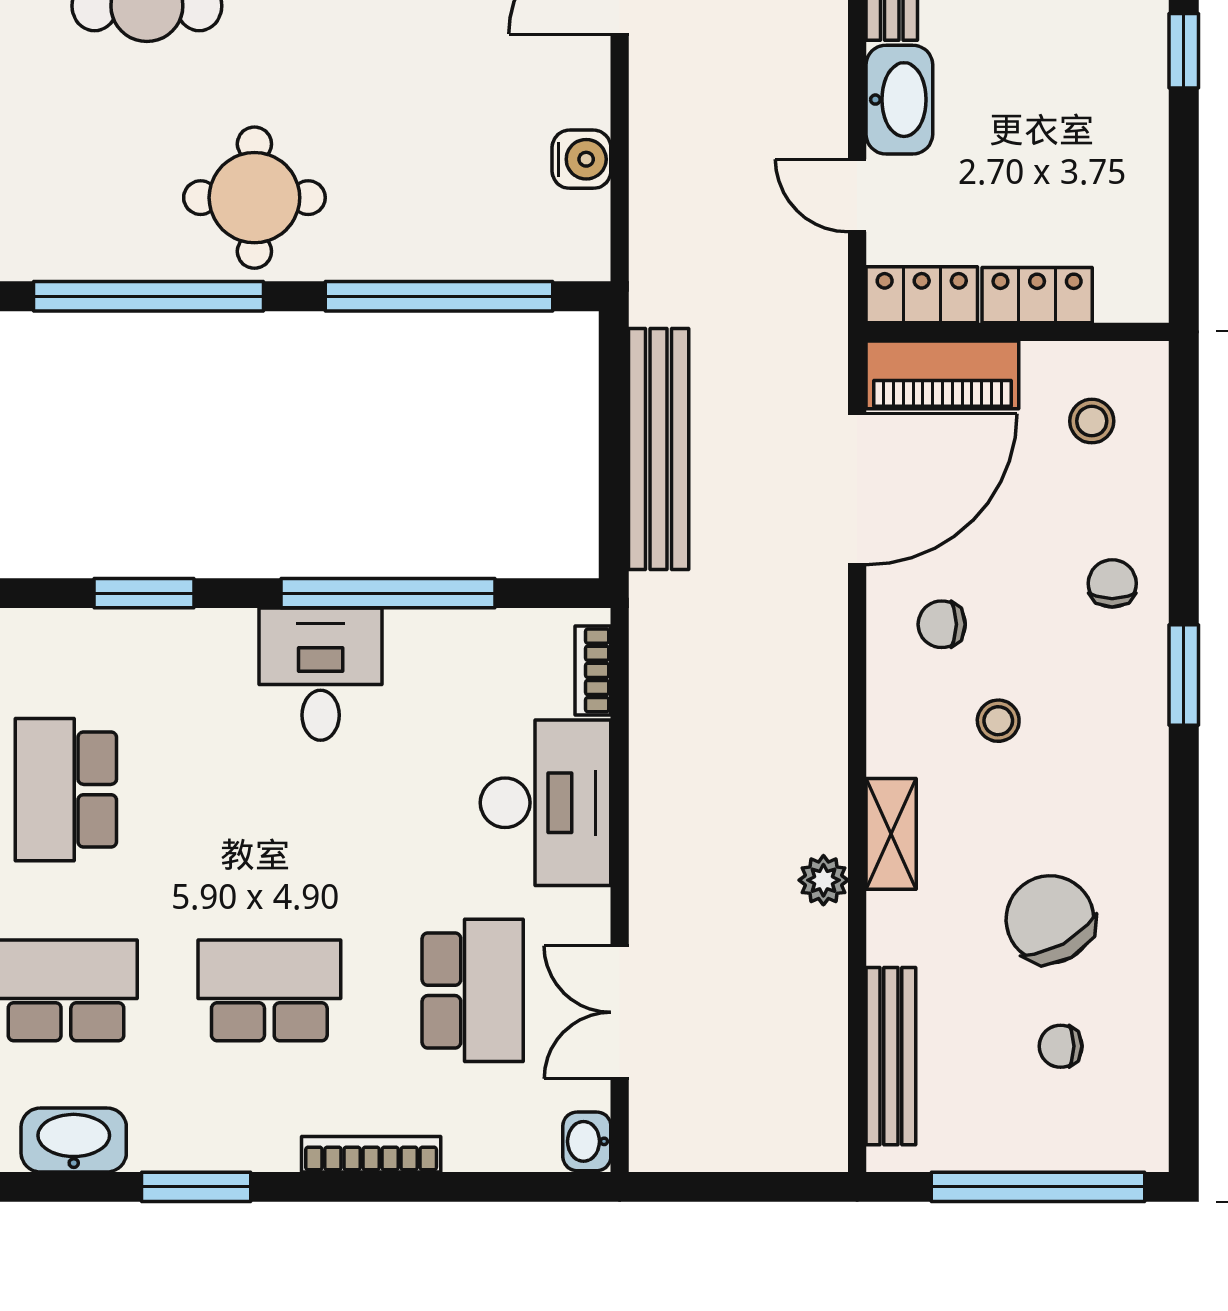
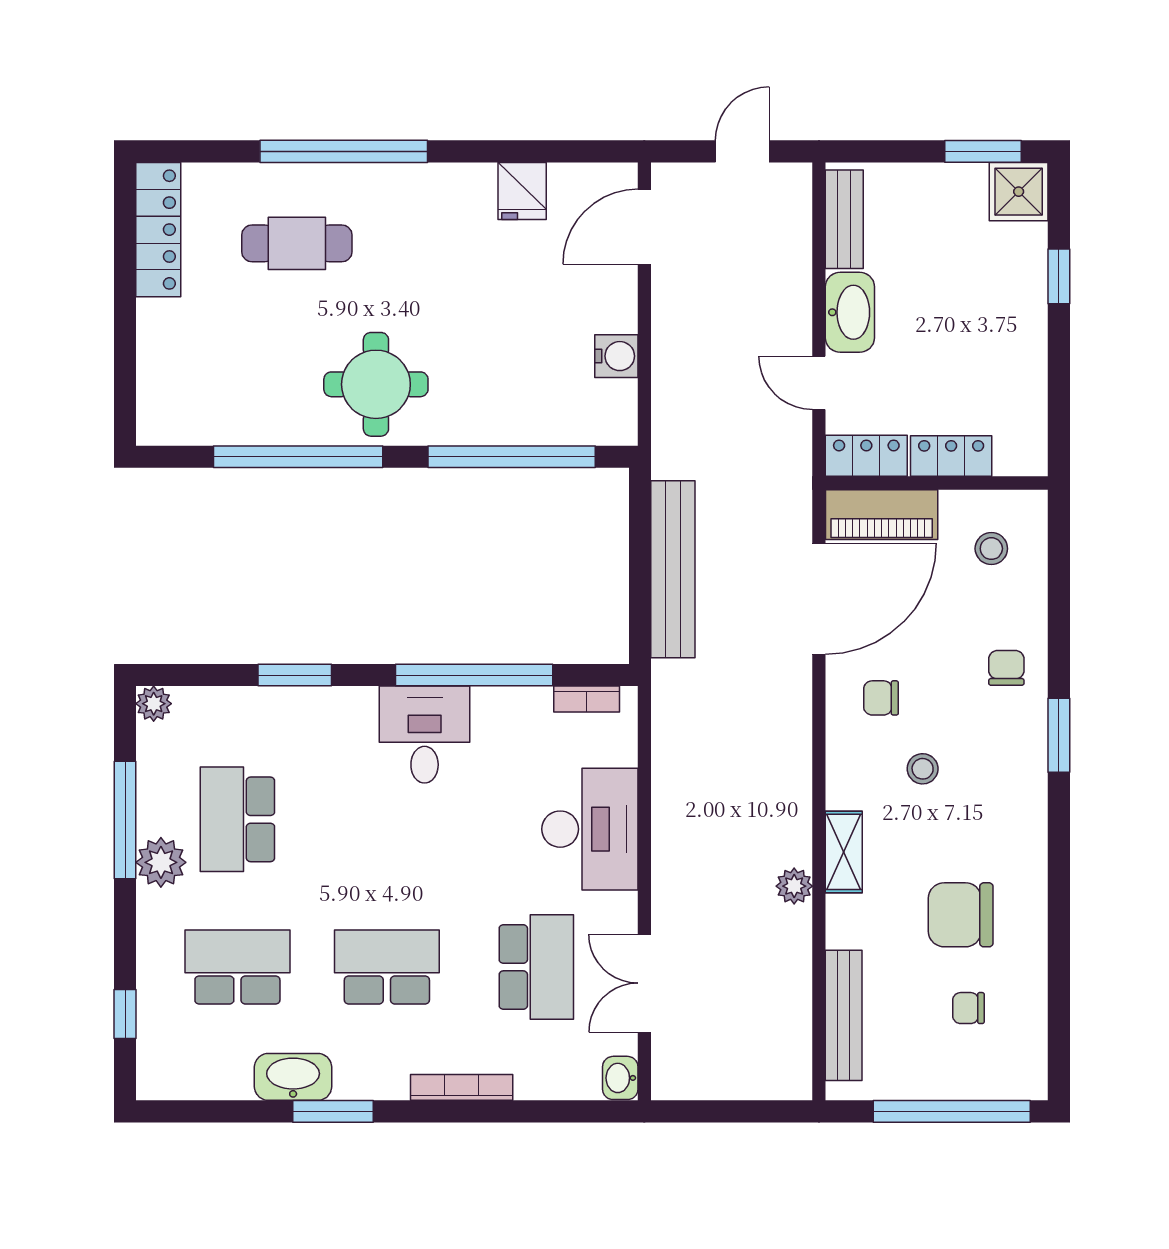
bookcase: (593, 670) -> (587, 699), moved, turned -90
chair: (1050, 919) -> (961, 915), turned -61
washbasin: (74, 1140) -> (293, 1077), moved

